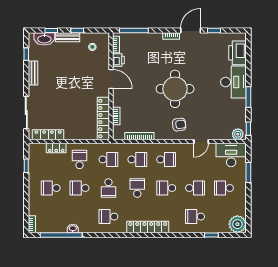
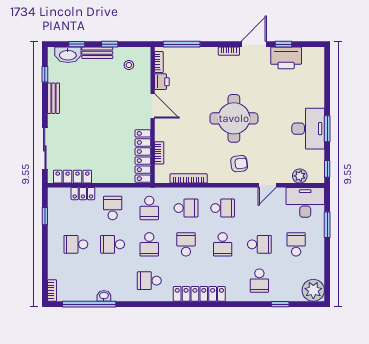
printer: (238, 53) -> (286, 58), moved, turned -90
desk: (233, 82) -> (308, 129), moved
plant: (238, 134) -> (300, 176), moved
school desk: (108, 159) -> (149, 208), turned 90
school desk: (166, 188) -> (223, 244), turned -90
school desk: (224, 188) -> (296, 244), turned 90
school desk: (195, 217) -> (259, 281), turned -90

